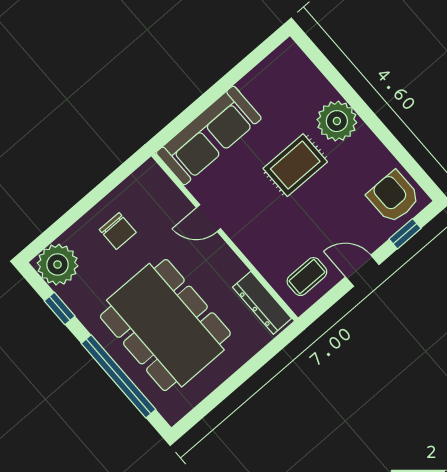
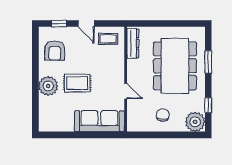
armchair: (394, 197) -> (55, 51), moved
window: (118, 376) -> (208, 62), width x0.47

